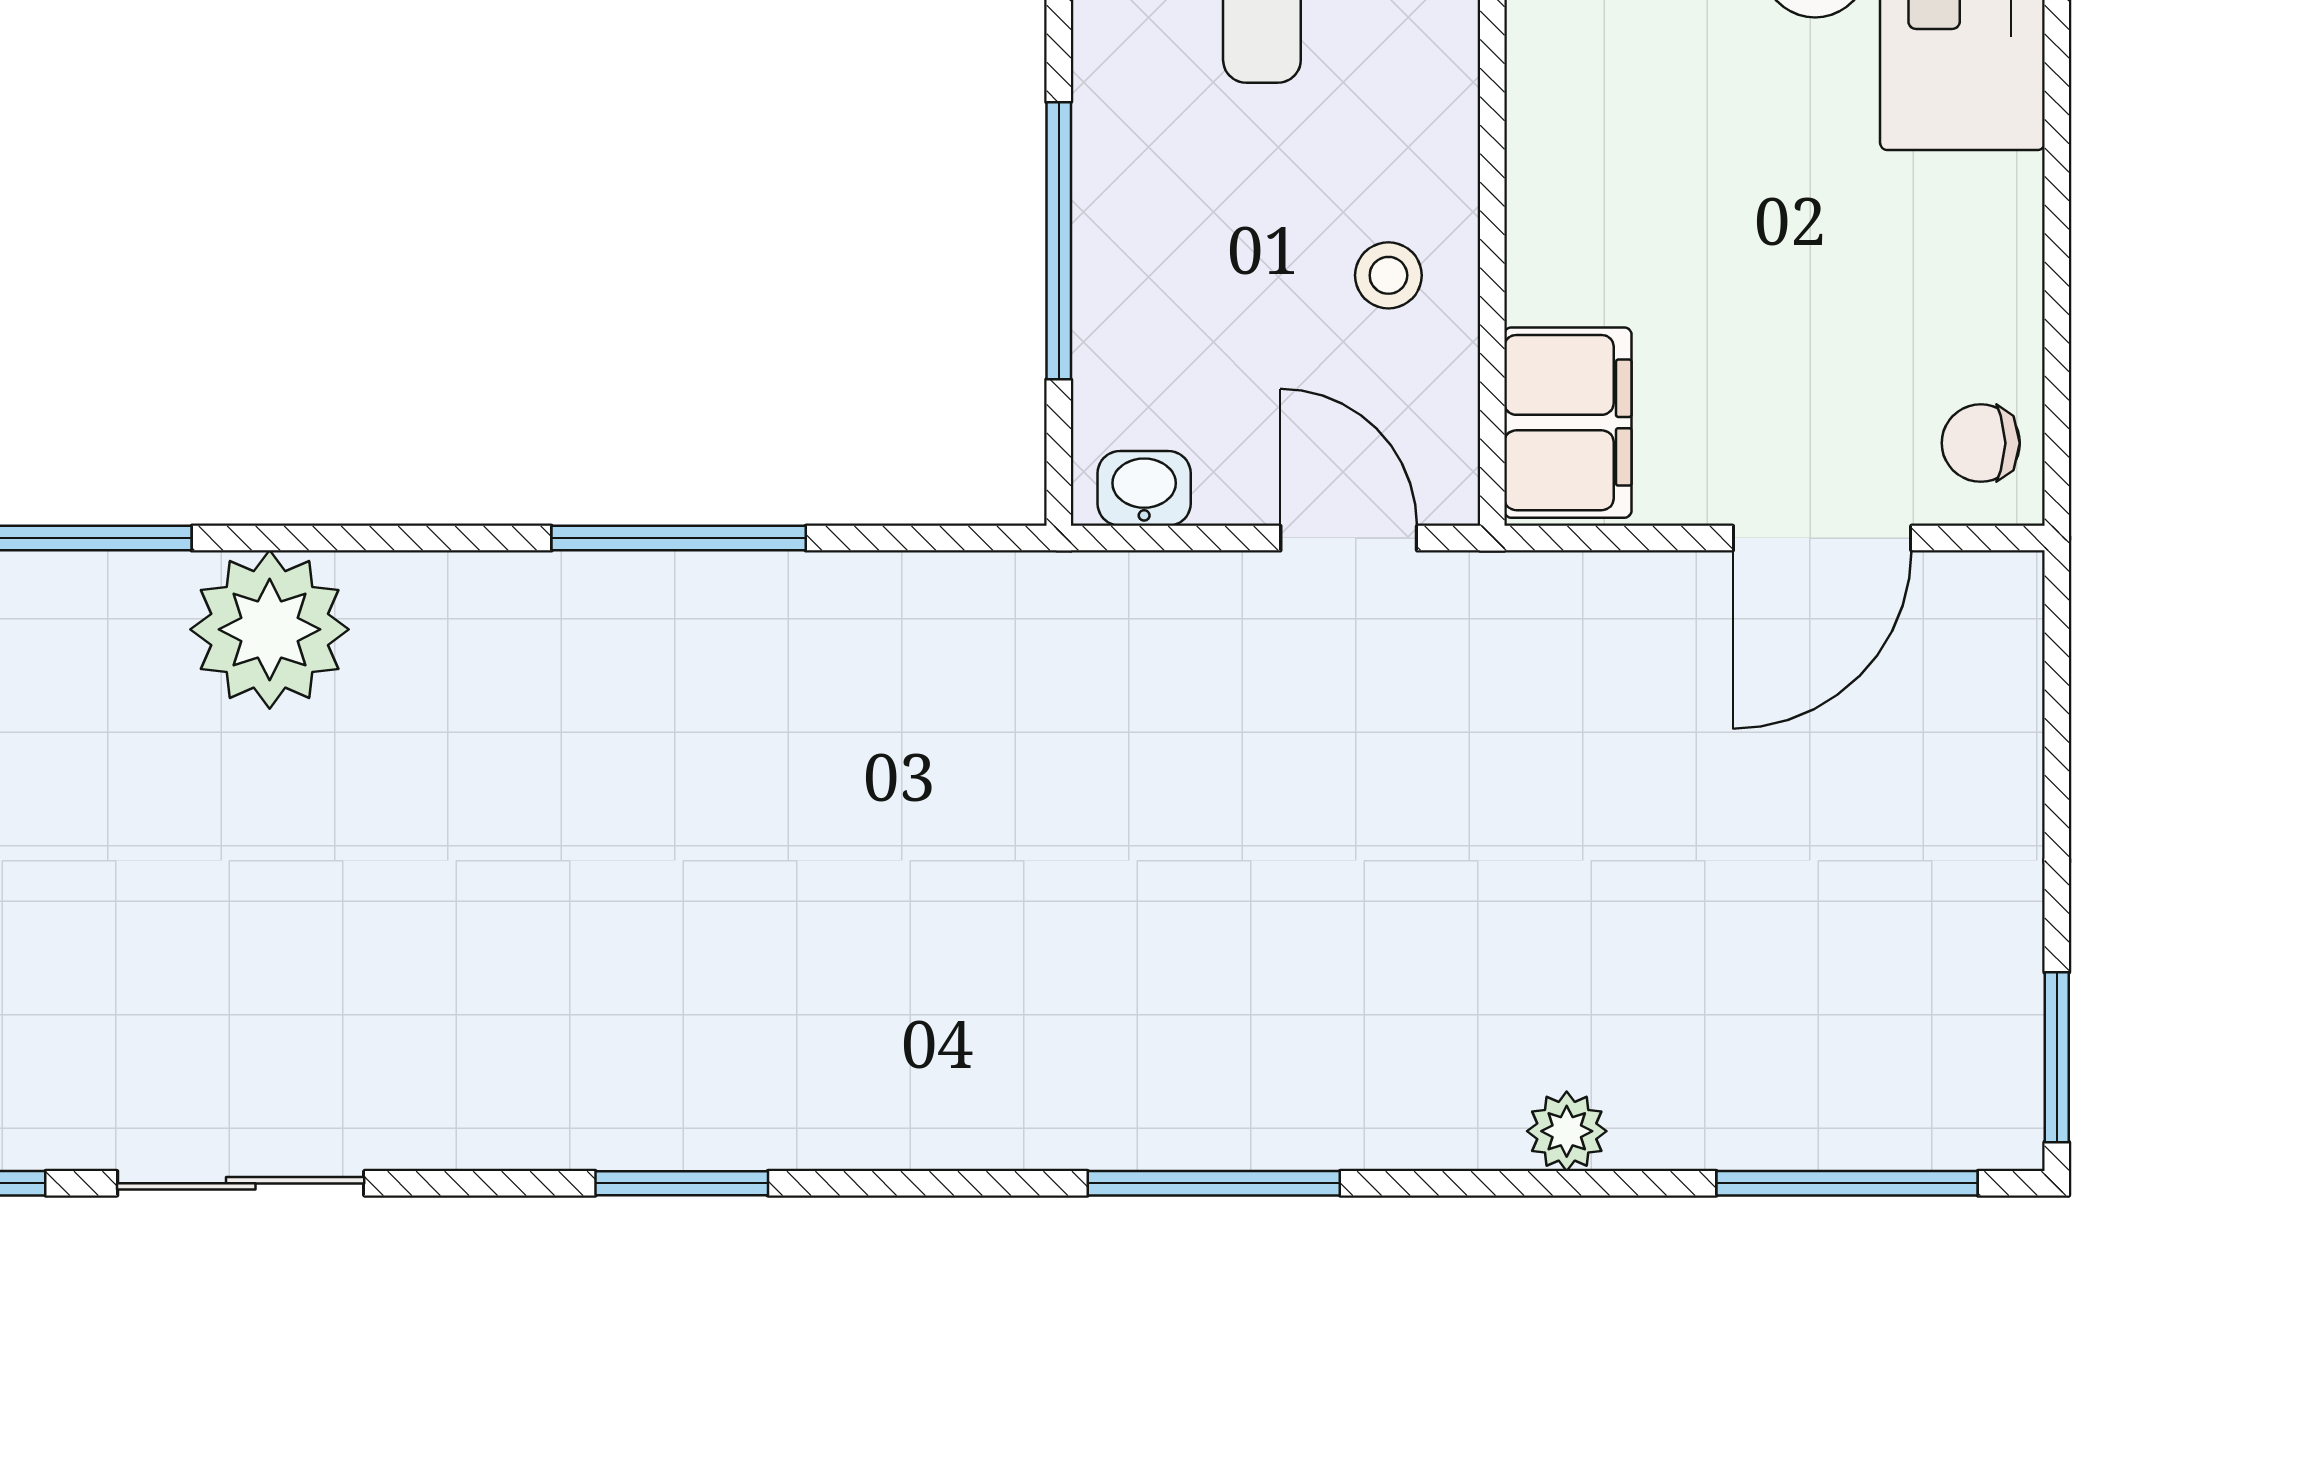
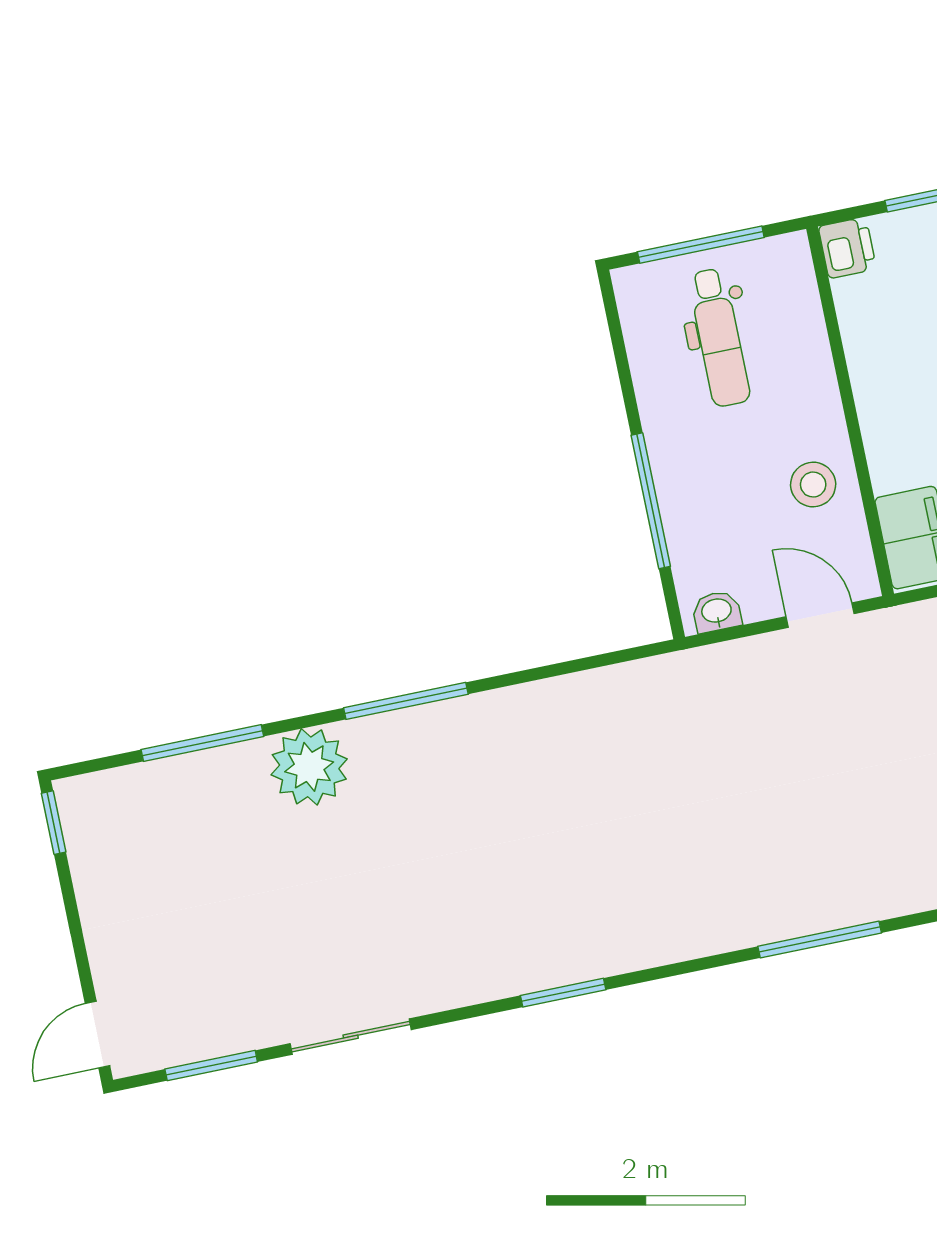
stool: (1388, 275) -> (813, 485), width x1.37, depth x1.37
window: (679, 538) -> (406, 701), moved

